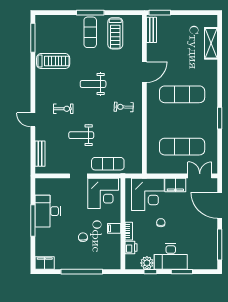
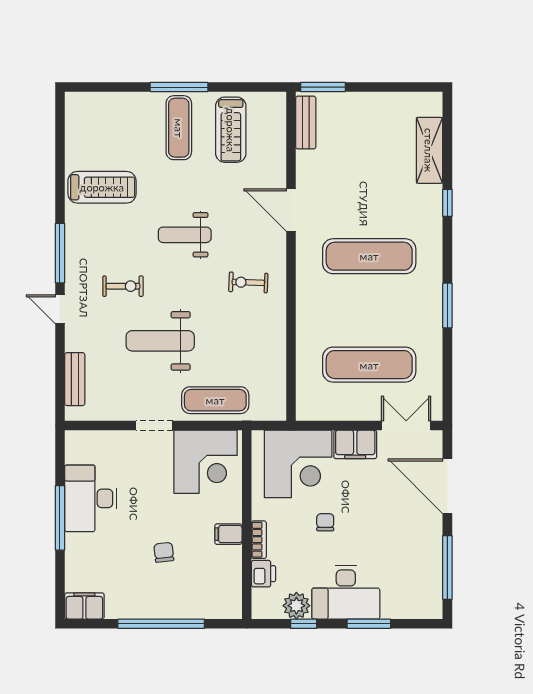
window: (33, 38) -> (60, 253), moved
window: (220, 69) -> (447, 203), added
door: (144, 72) -> (291, 210), swing flipped
weight bench: (81, 135) -> (160, 341), width x1.36, depth x1.33

